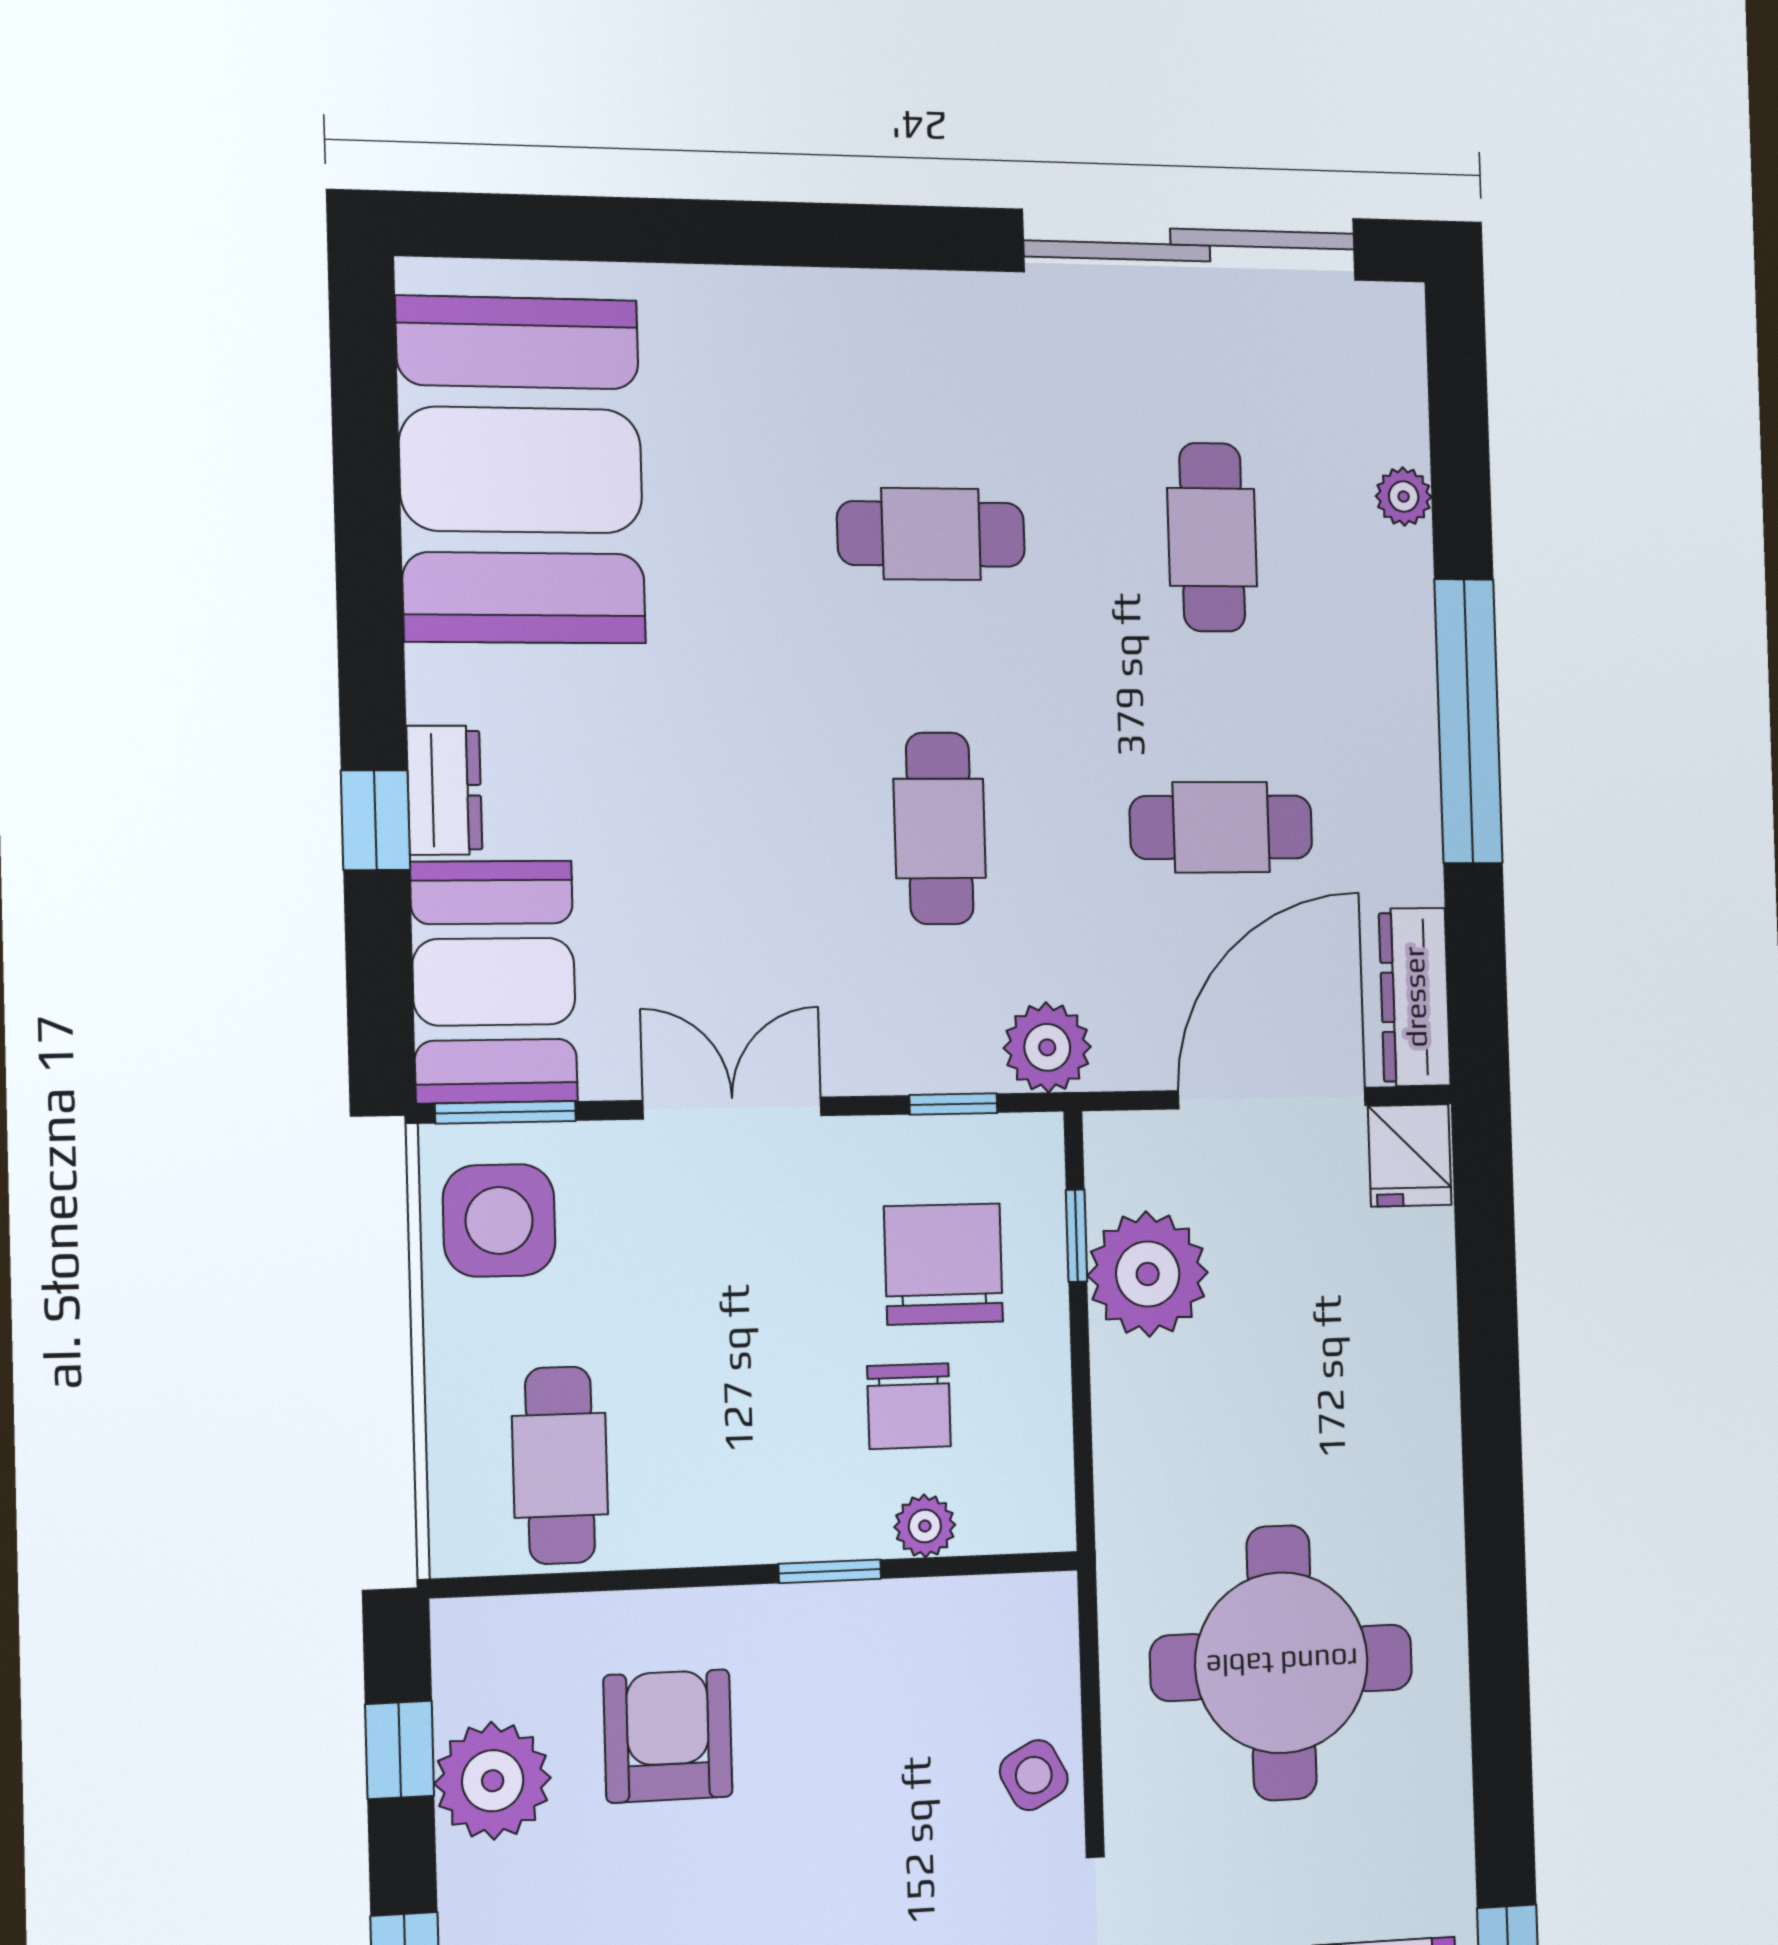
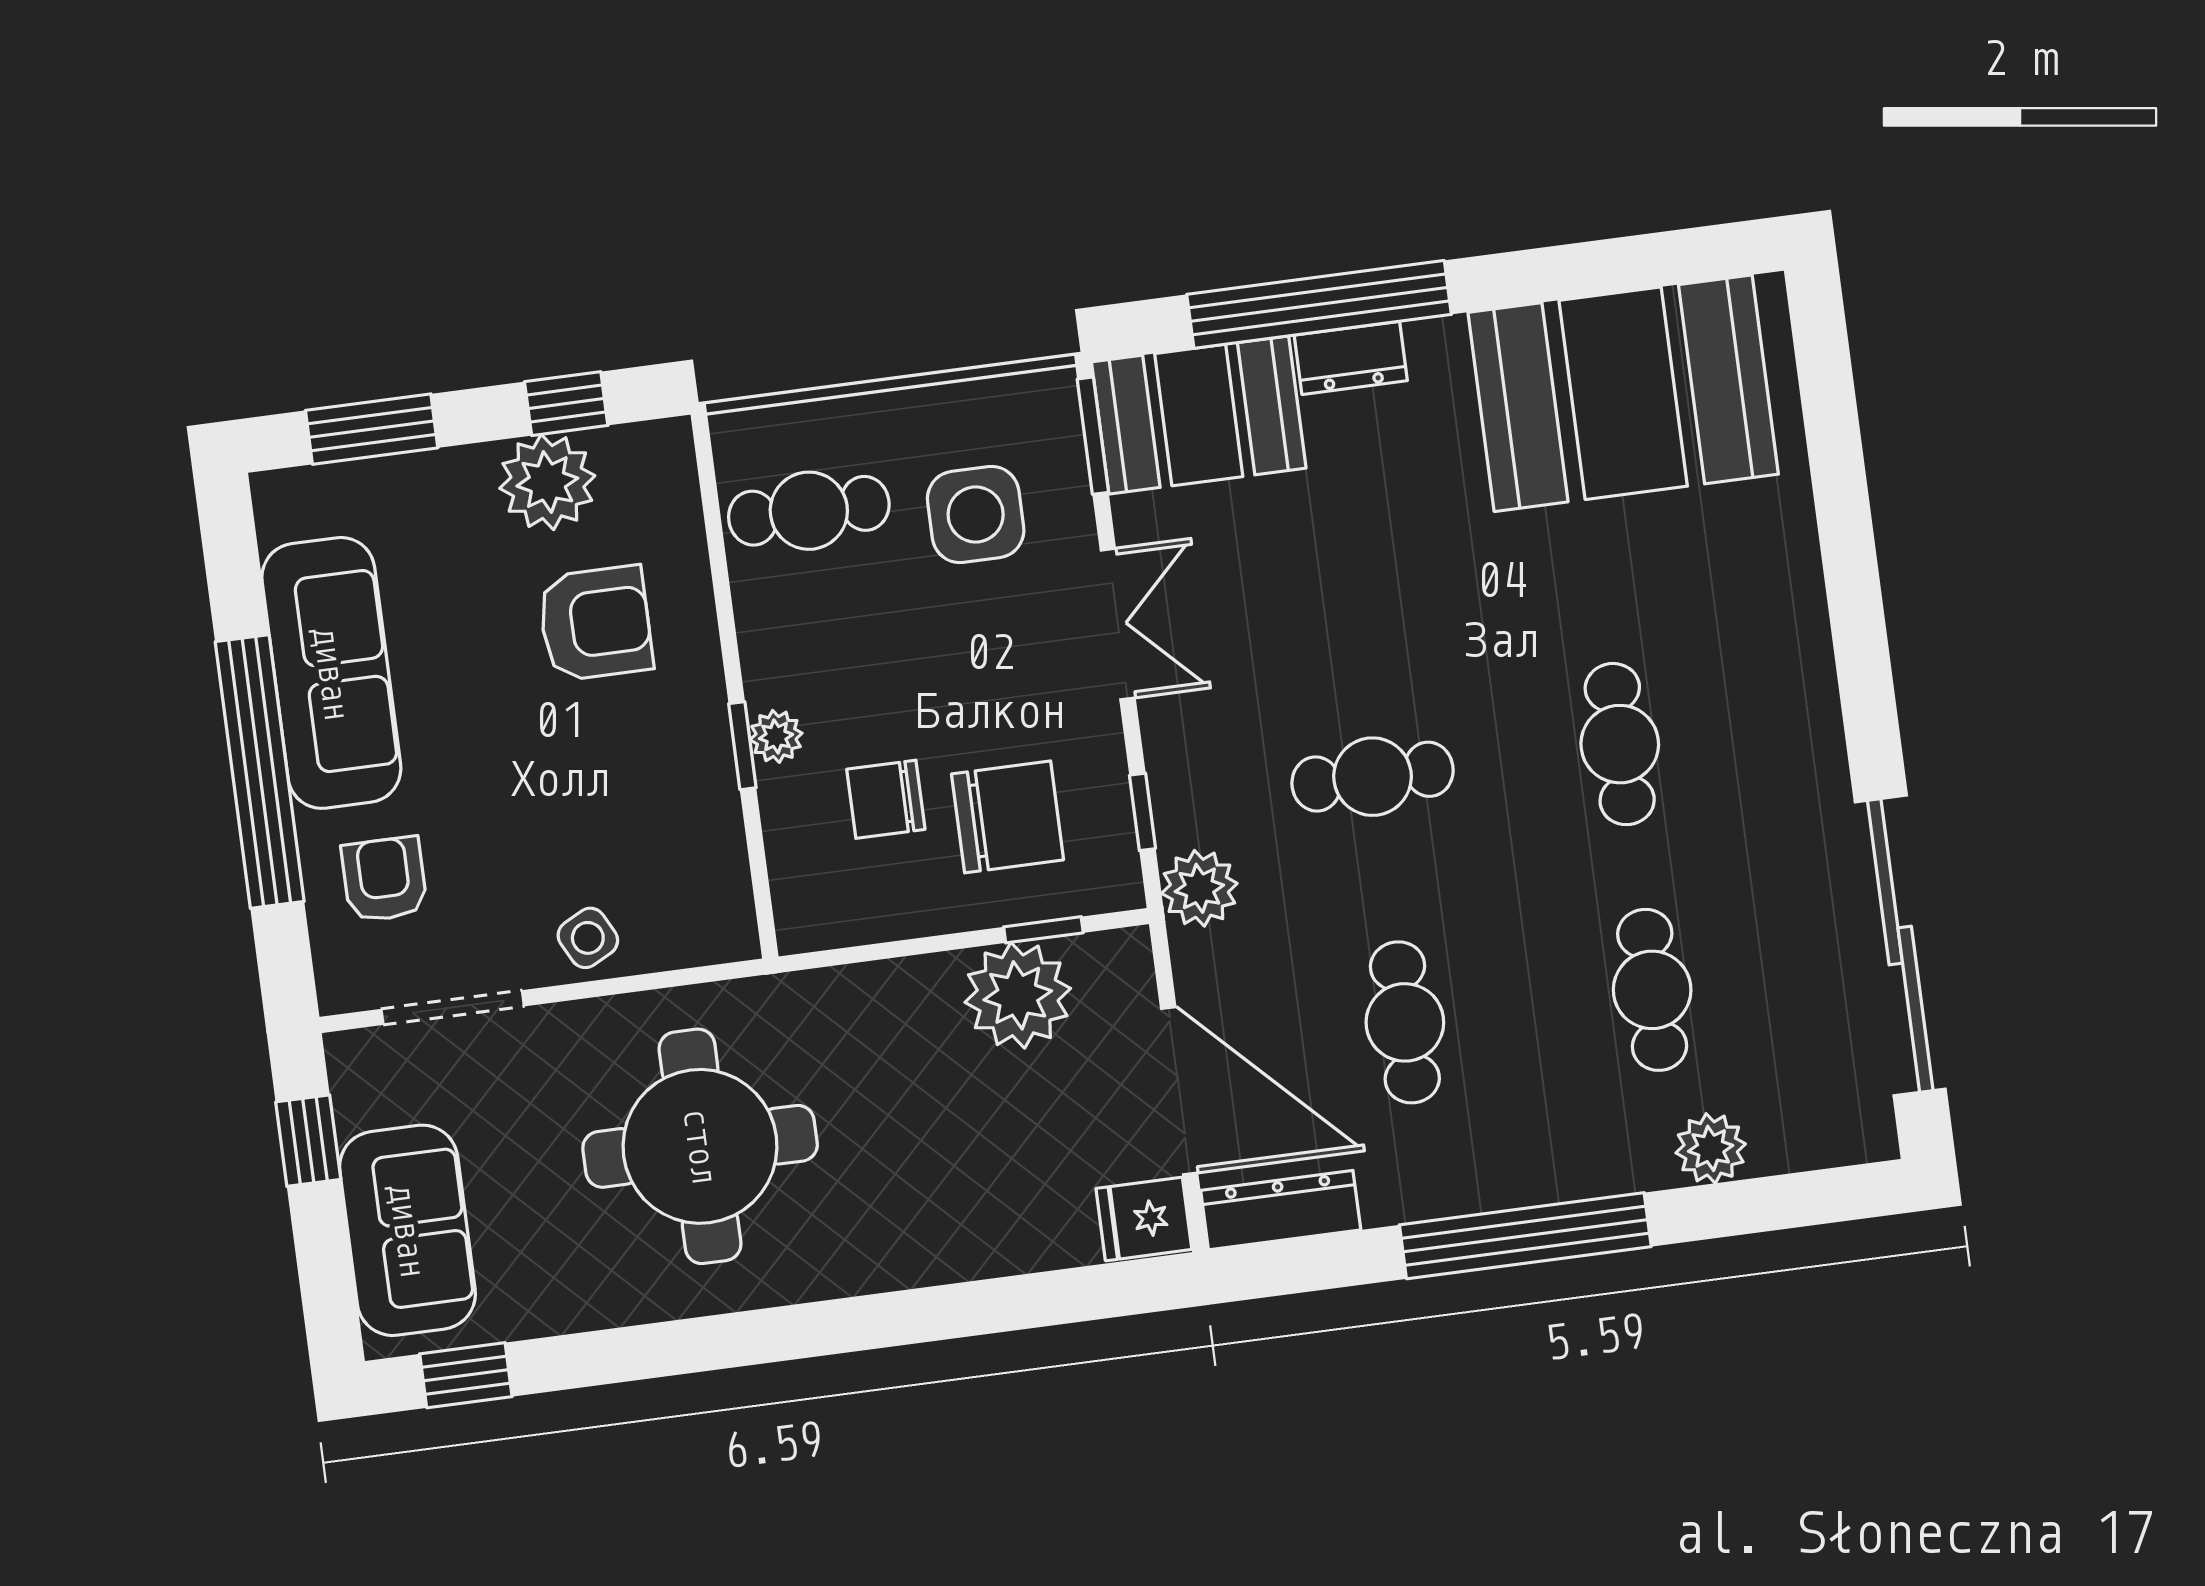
plant: (1404, 497) -> (1711, 1148), width x1.38, depth x1.38
cafe table: (1212, 537) -> (1652, 990), turned 90
window: (376, 820) -> (1319, 304), width x3.17
side table: (499, 1220) -> (976, 515), moved
plant: (925, 1526) -> (776, 736), moved

